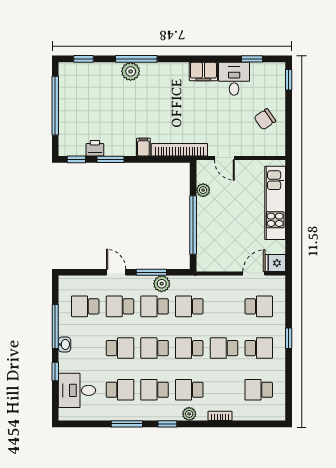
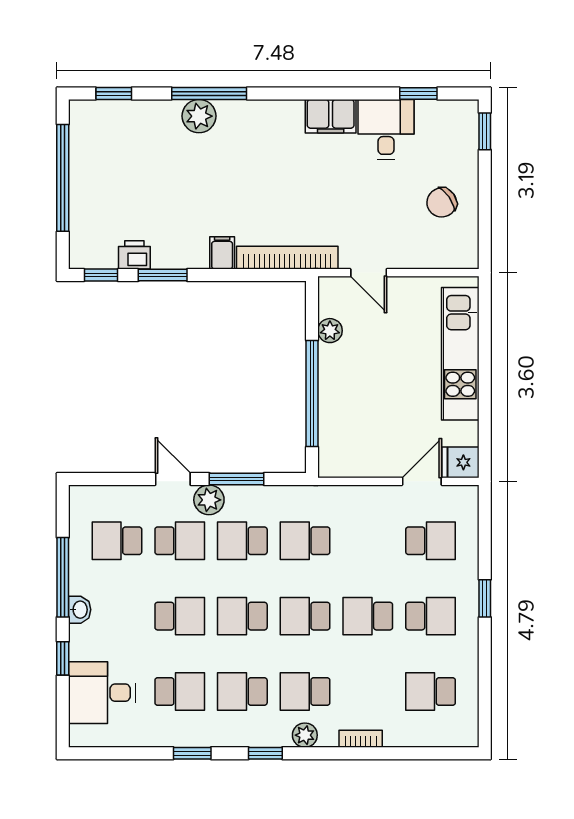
plant: (162, 284) -> (209, 500), moved
school desk: (120, 306) -> (180, 541), turned 180
window: (127, 424) -> (192, 753), width x0.67

